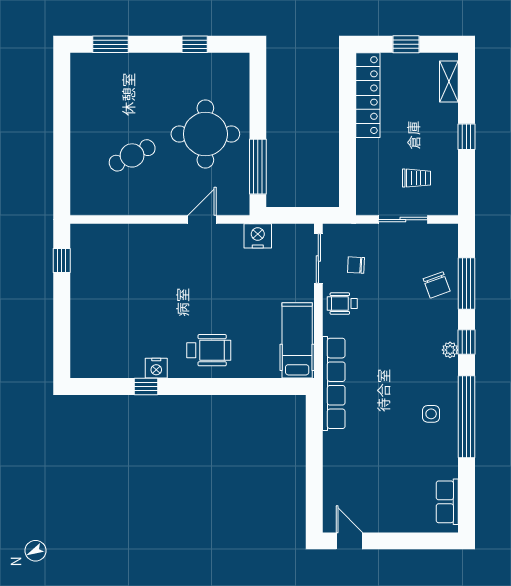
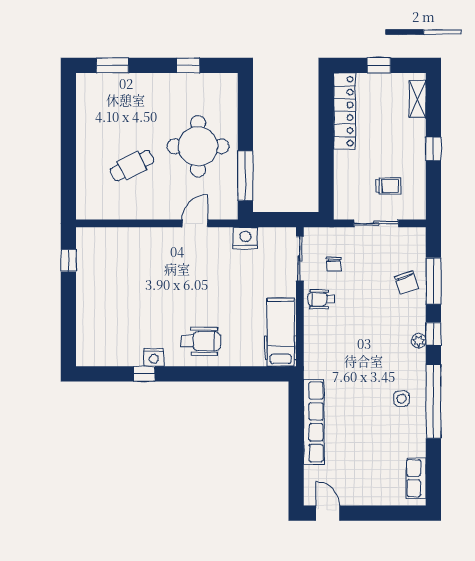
chair: (356, 265) -> (334, 264), turned -93
row of seats: (334, 383) -> (314, 422), moved

